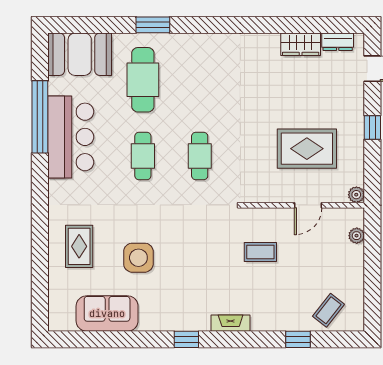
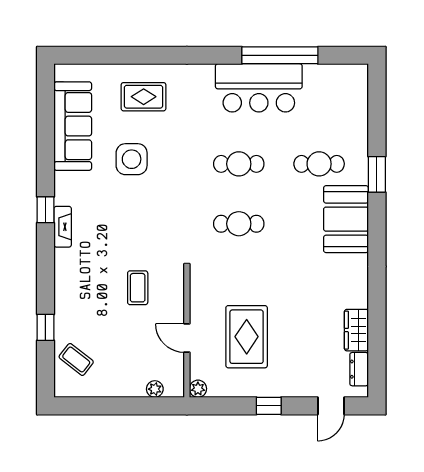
booth: (80, 54) -> (346, 219), moved
cafe table: (143, 80) -> (319, 164), width x0.73, depth x0.74
sofa: (107, 313) -> (73, 126), width x1.36
fireplace: (231, 323) -> (63, 227), moved

